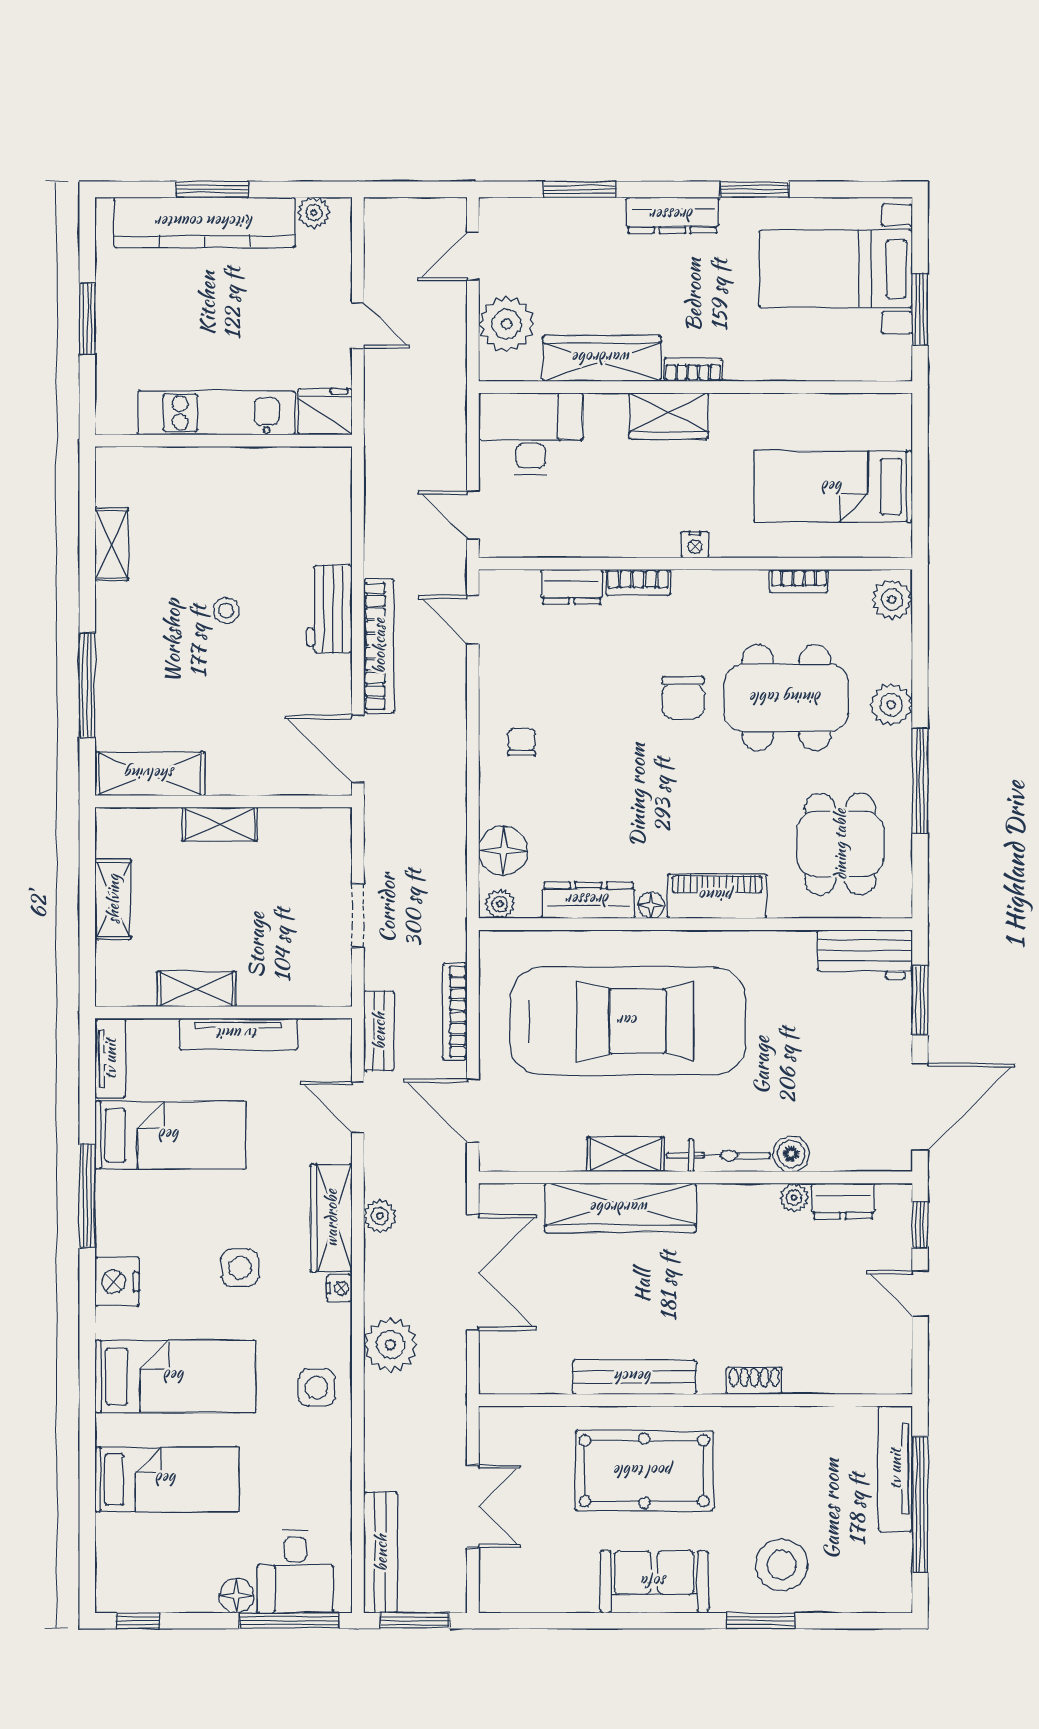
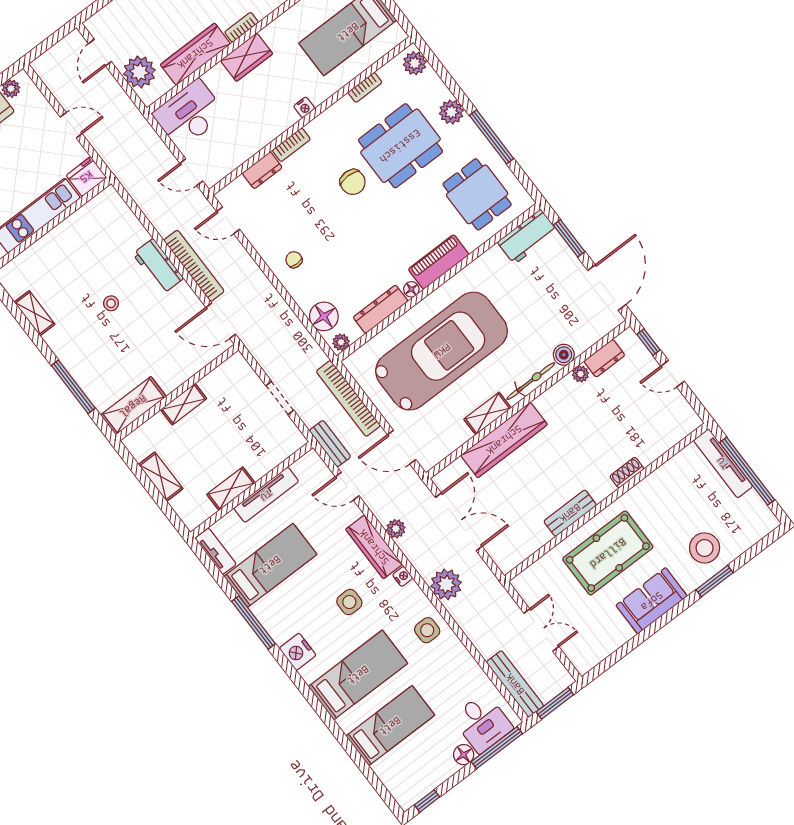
bookcase: (455, 1011) -> (348, 398), width x1.48, depth x1.31
bench: (634, 1377) -> (570, 513), width x0.73

